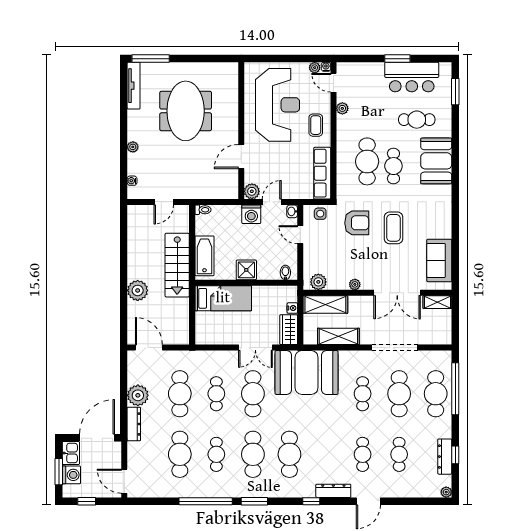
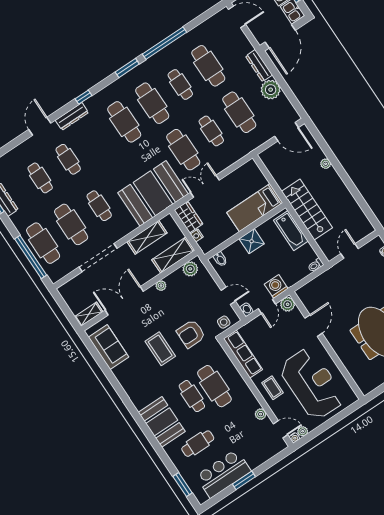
reception desk: (278, 105) -> (312, 384), turned 180
plant: (138, 290) -> (326, 164), width x0.53, depth x0.53

